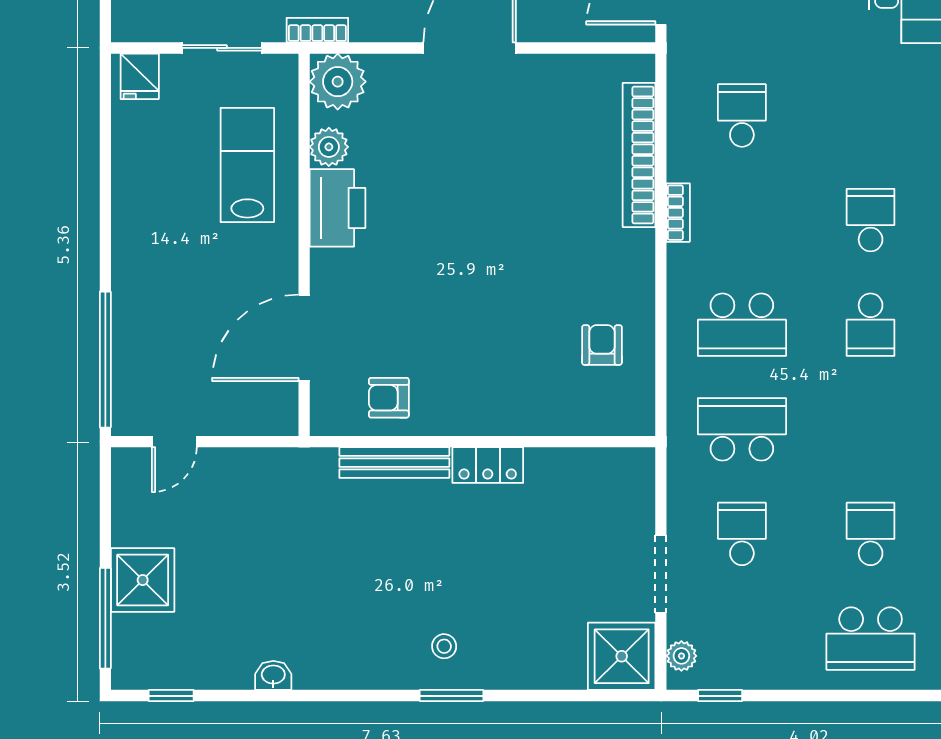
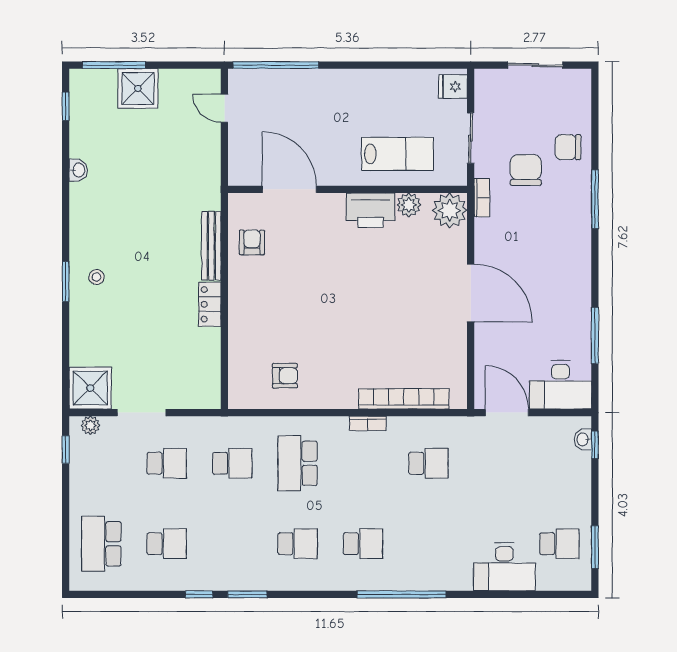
school desk: (871, 325) -> (298, 544), turned 180
school desk: (742, 429) -> (232, 463), width x0.54

